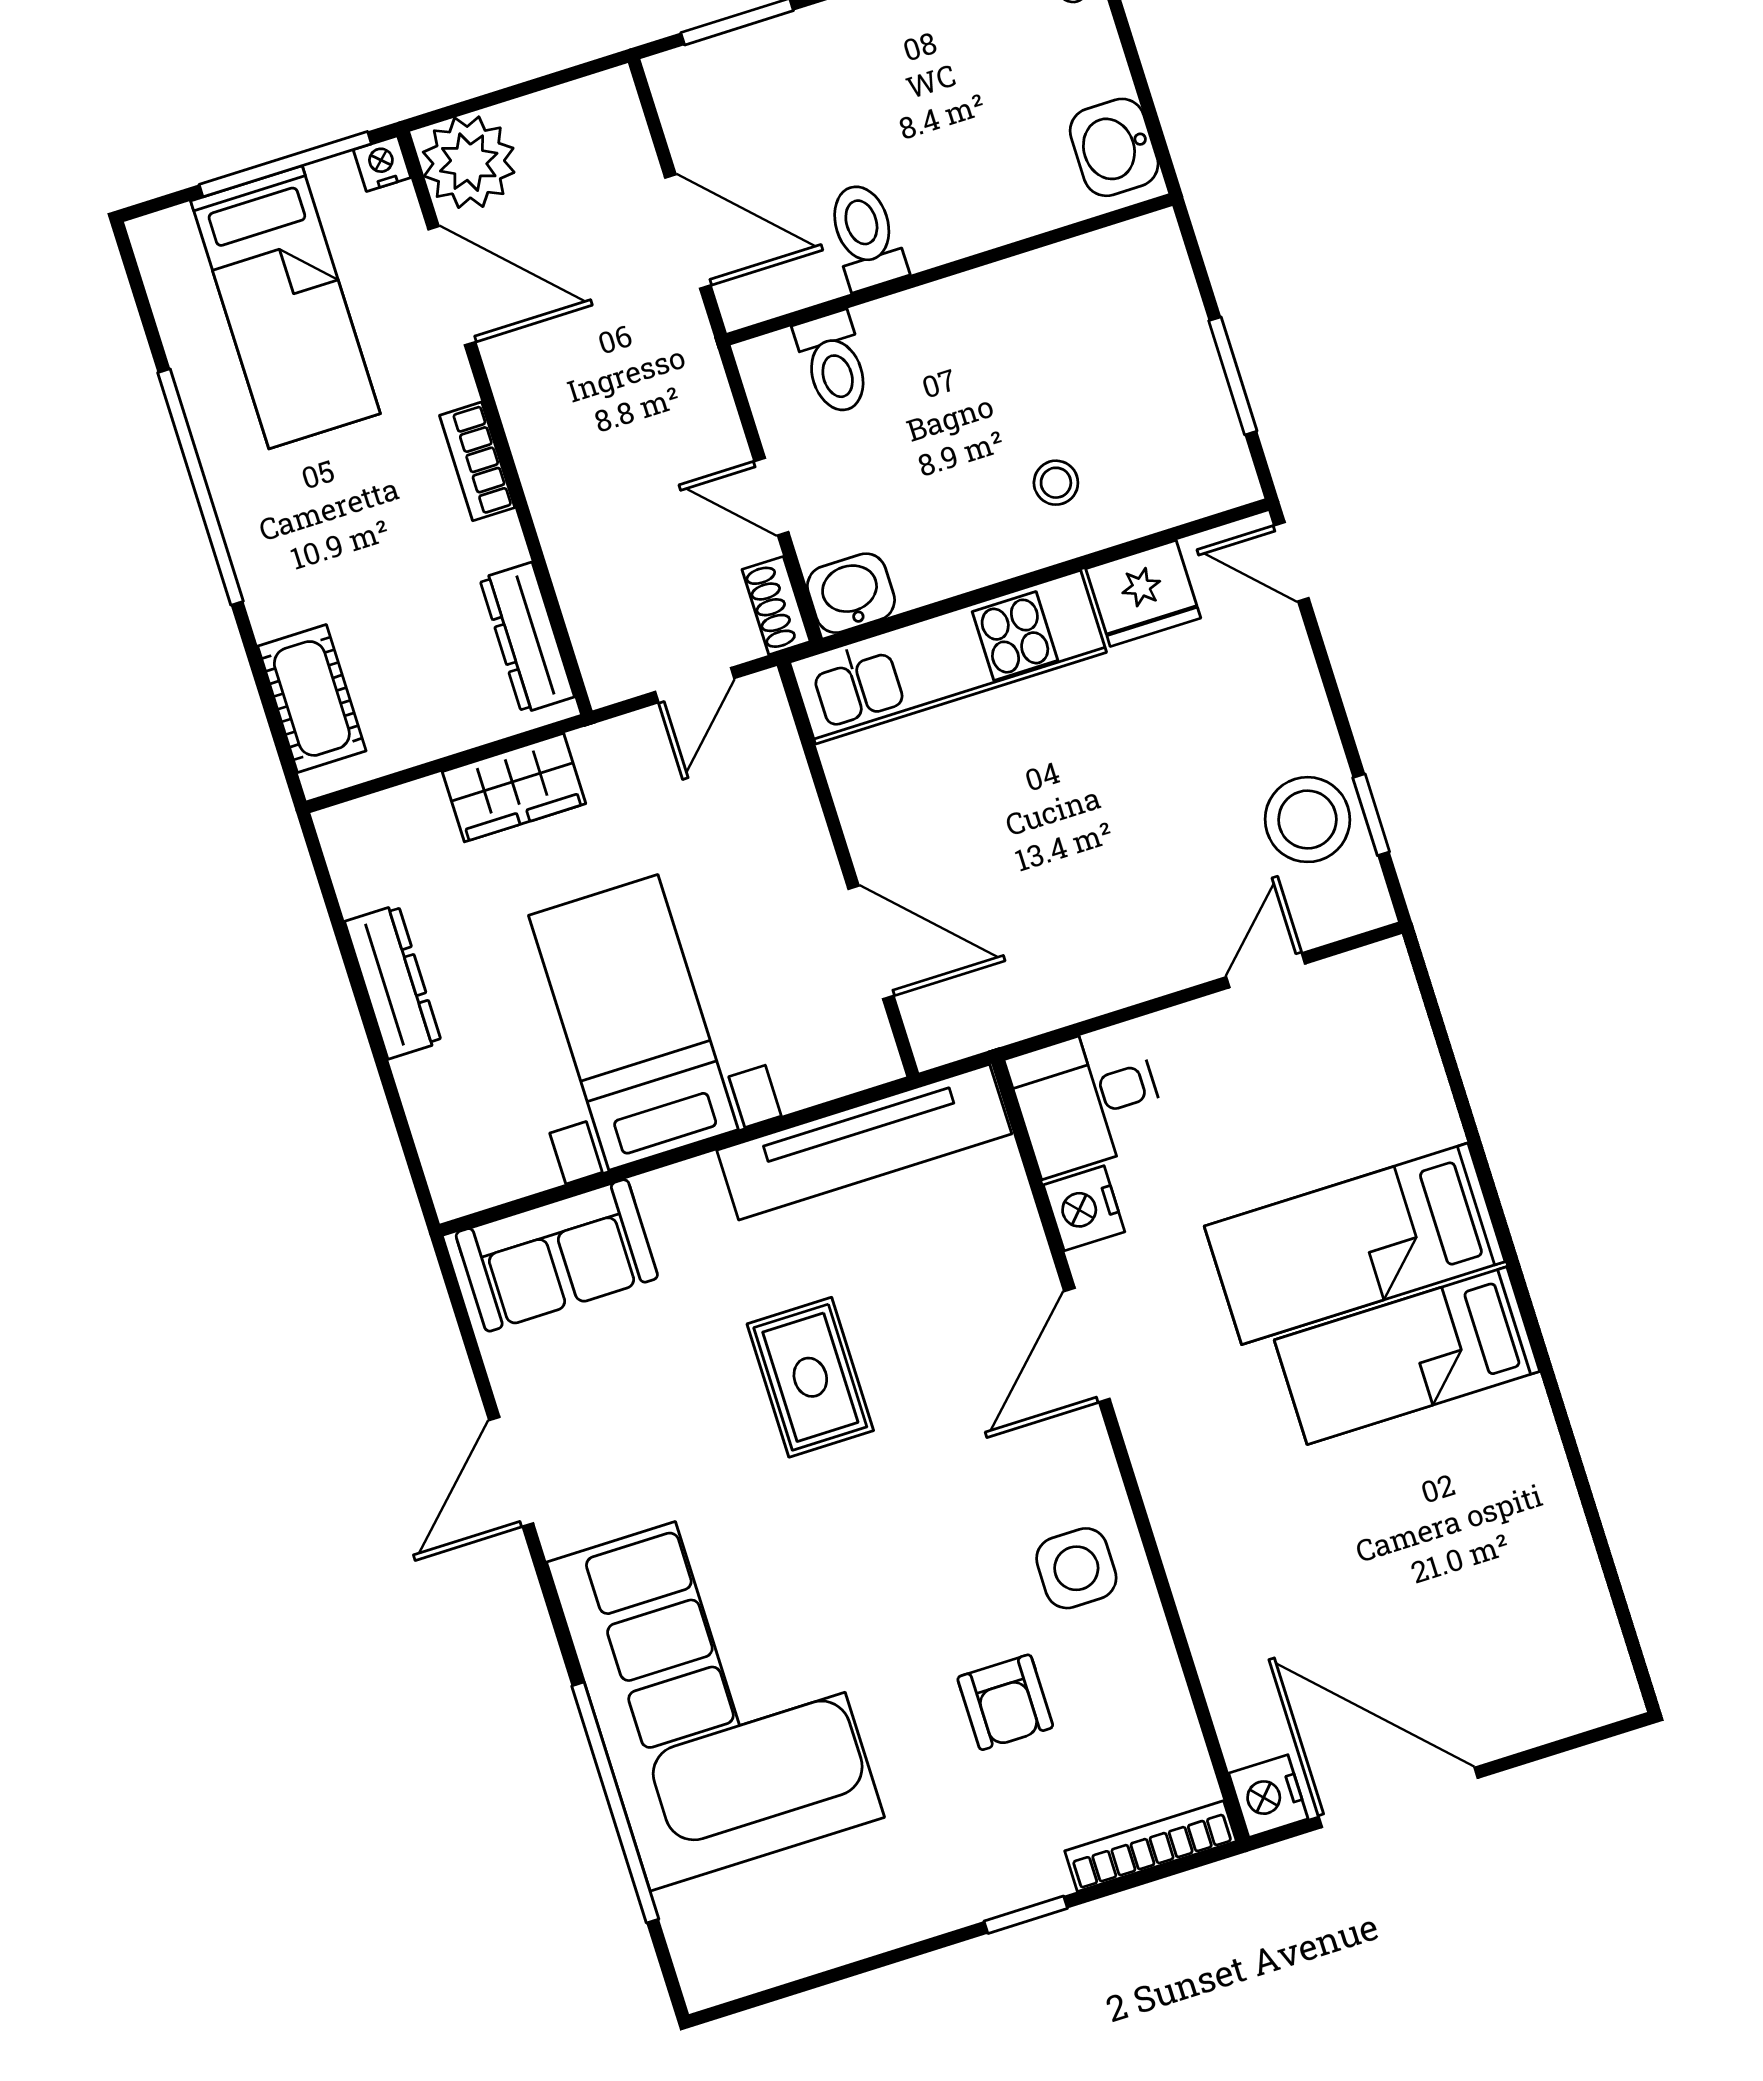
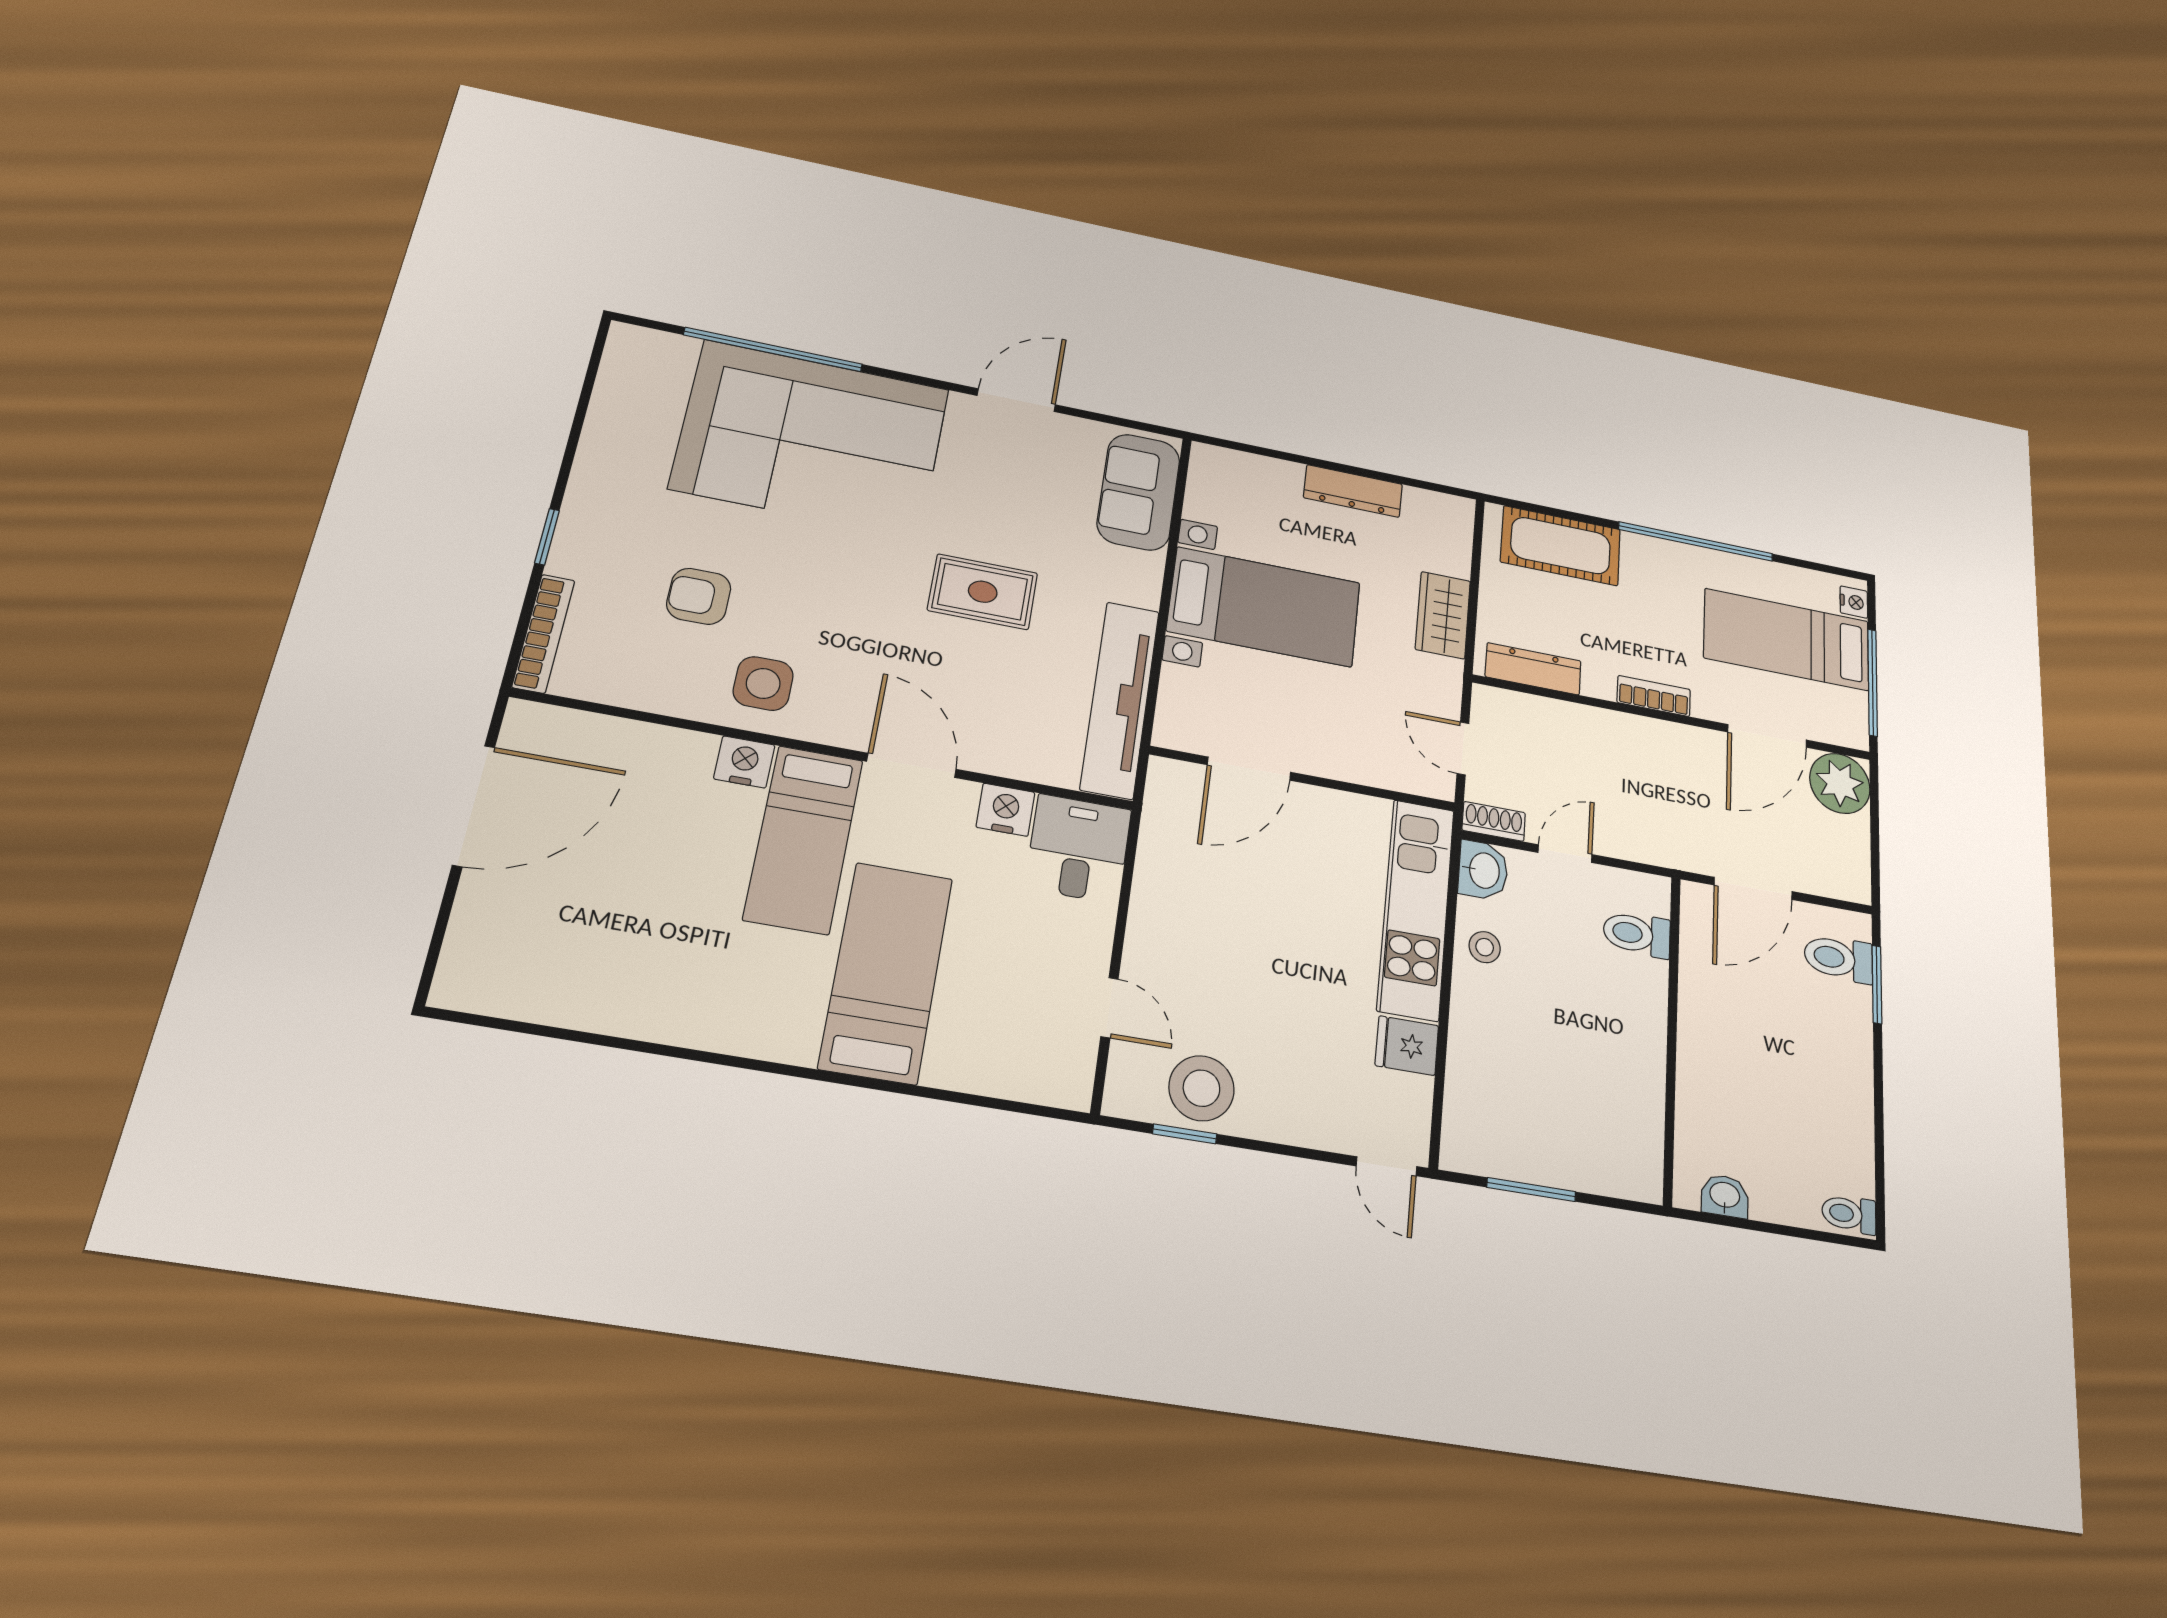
washbasin: (1114, 147) -> (1725, 1196), width x0.72, depth x0.69
nightstand: (382, 164) -> (1854, 602), moved
toilet: (866, 236) -> (1839, 958), moved, turned 180
stool: (1056, 483) -> (1485, 947), moved
door: (1291, 562) -> (1387, 1166), swing flipped
fridge: (1143, 593) -> (1407, 1046), width x0.72
cot: (312, 698) -> (1561, 546), width x1.37, depth x1.34
bed: (1407, 1356) -> (804, 839), moved, turned 180
door: (511, 1472) -> (1016, 400), hinge flipped
nightstand: (1268, 1796) -> (744, 762), moved

